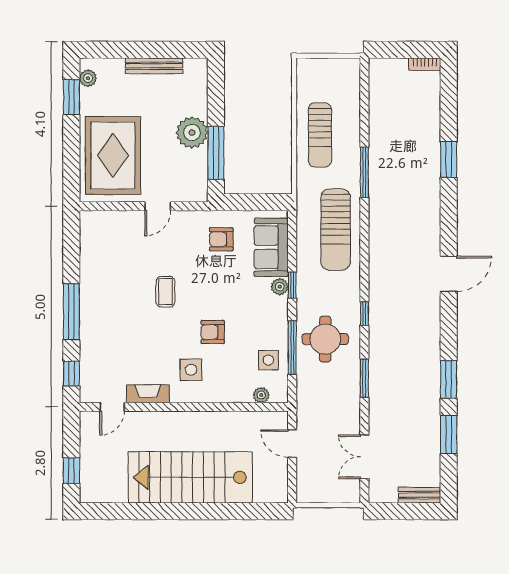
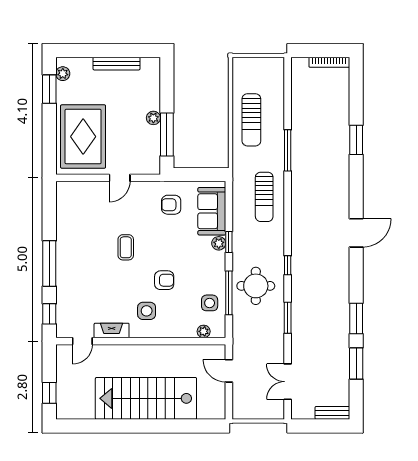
bookcase: (425, 64) -> (329, 62), width x1.56
plant: (192, 133) -> (153, 118), width x0.53, depth x0.53
sun lounger: (336, 230) -> (264, 197), width x0.73, depth x0.75
armchair: (213, 332) -> (164, 280), turned 180

